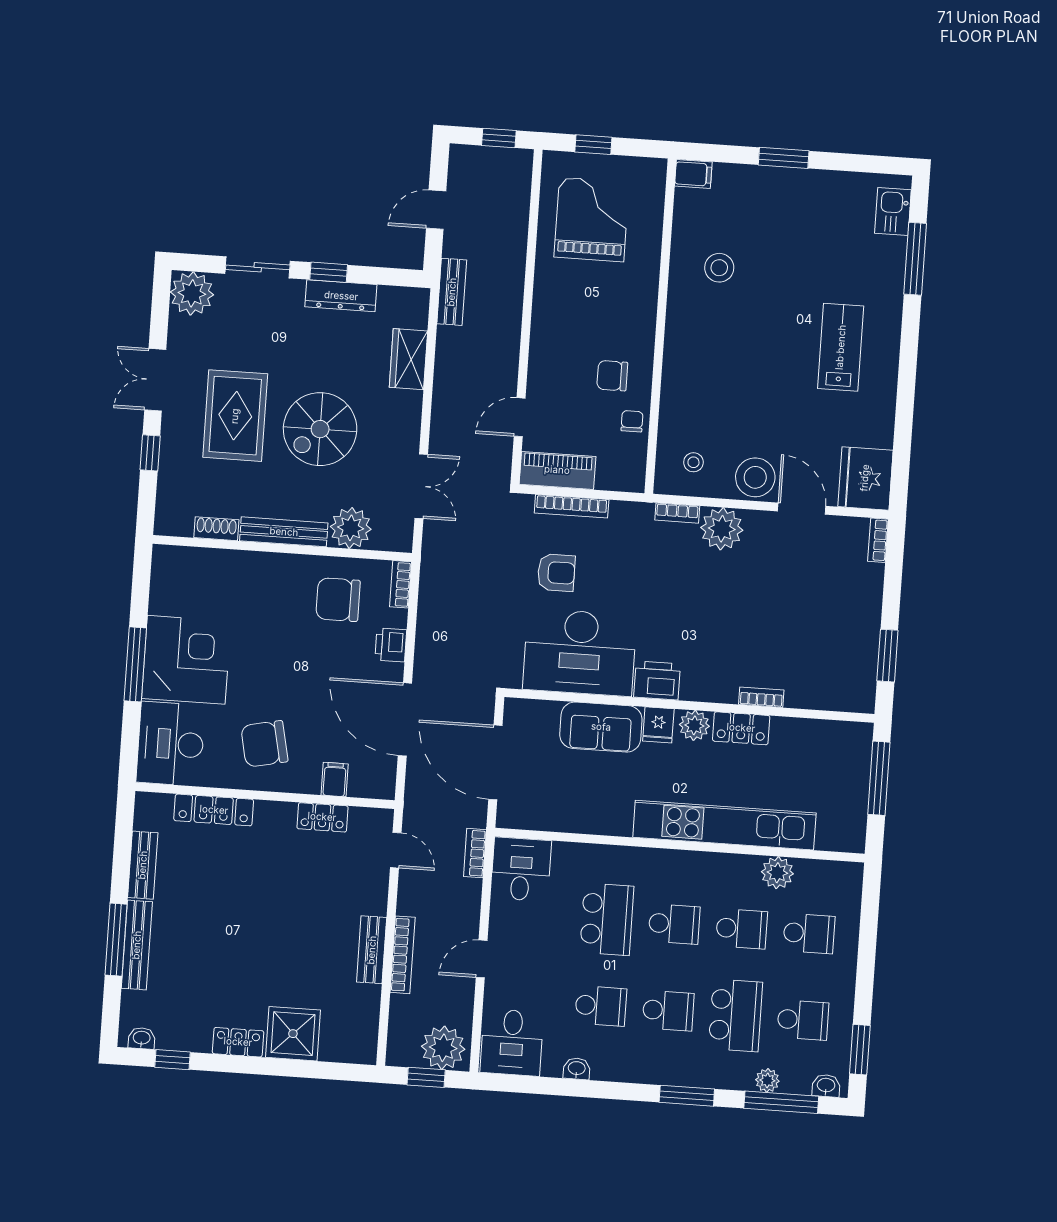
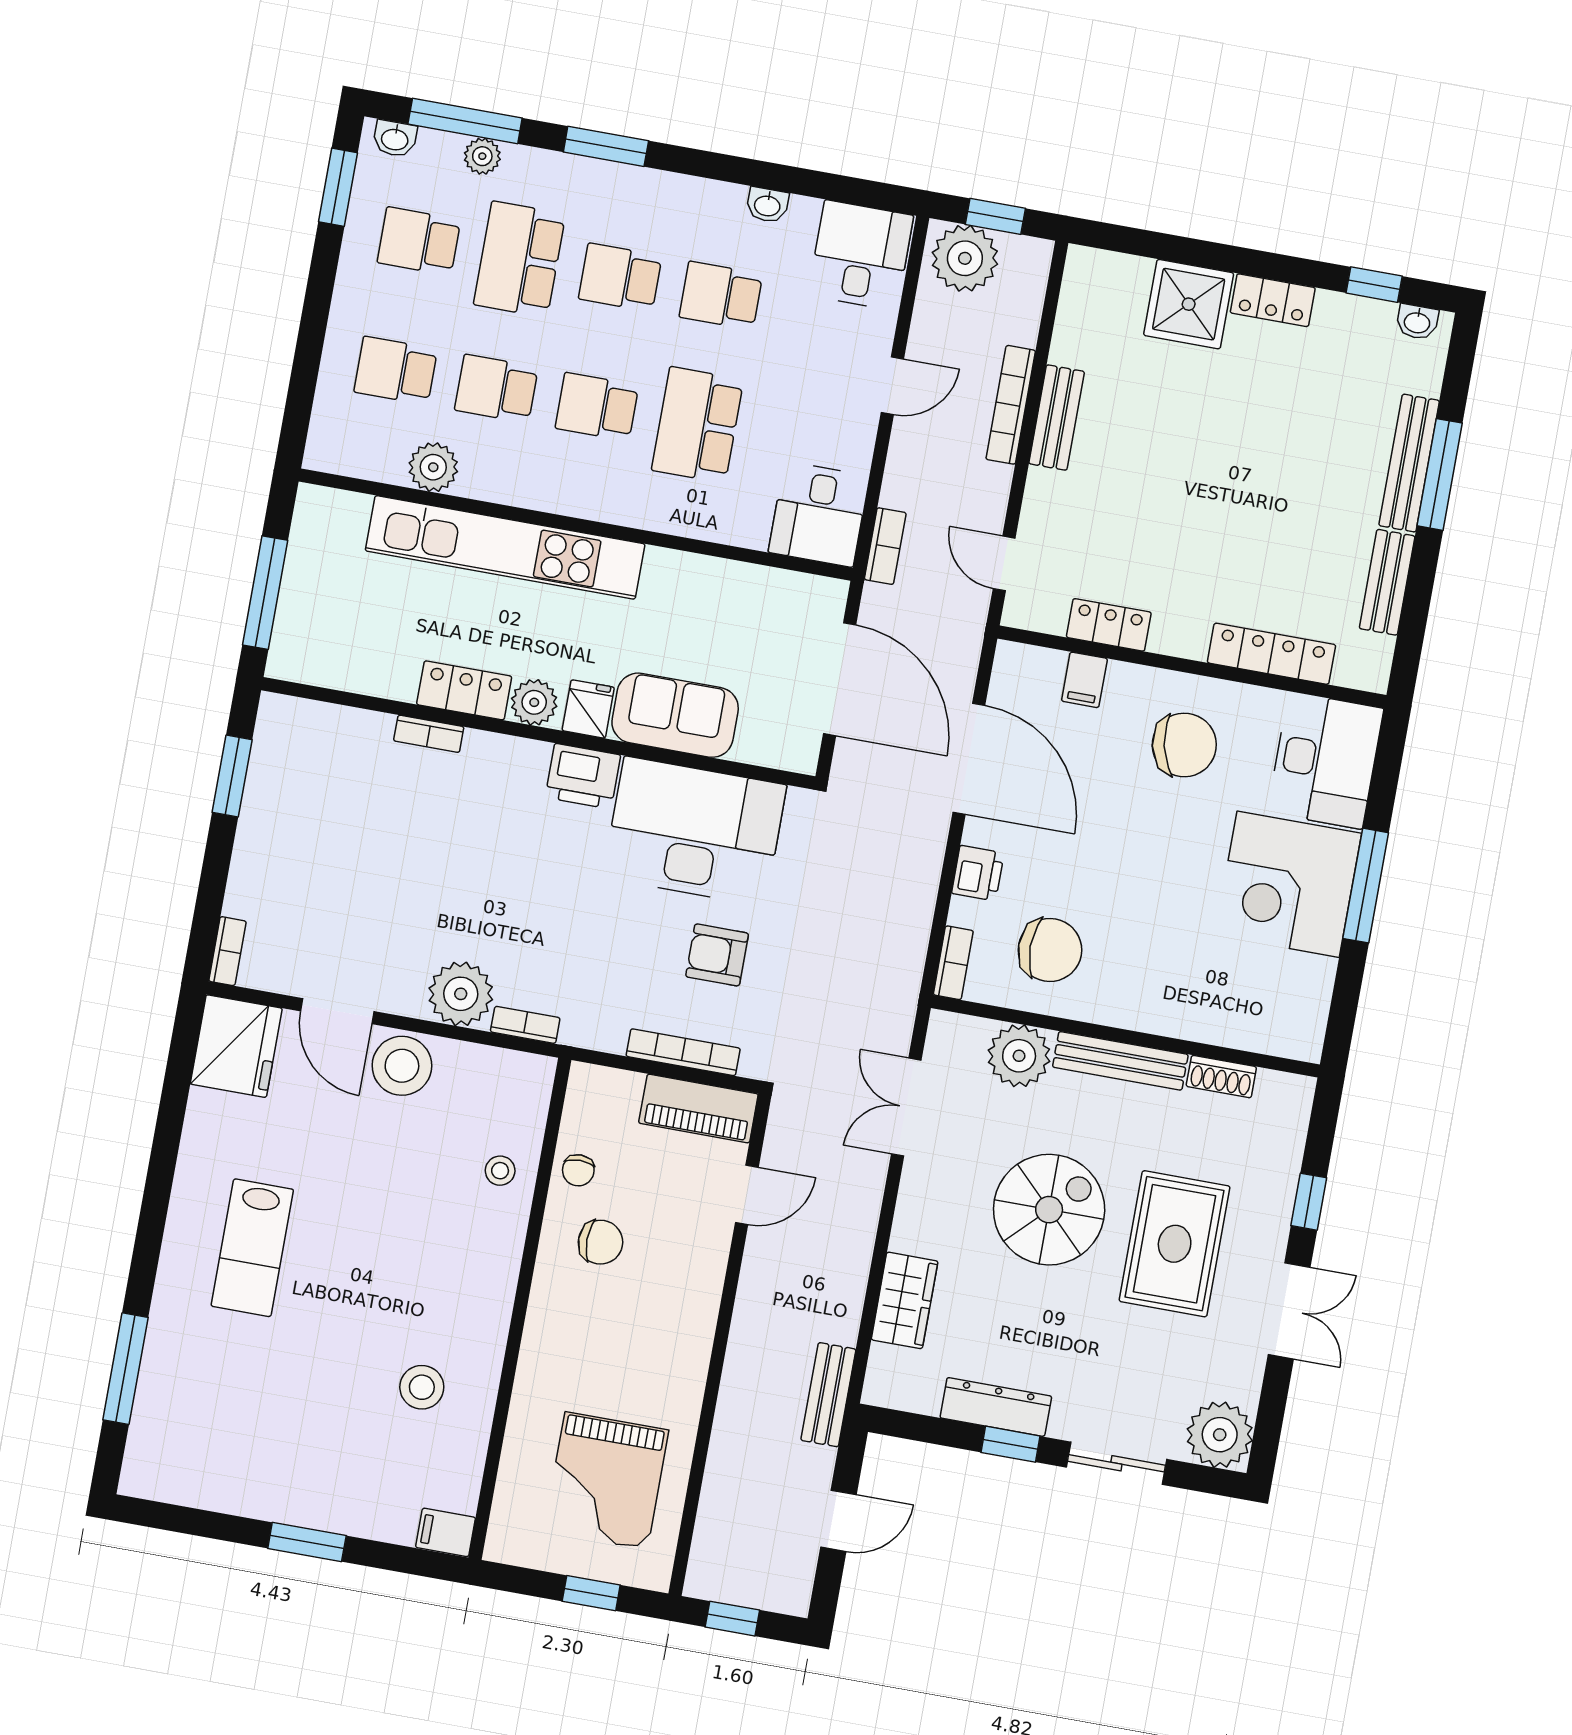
kitchen sink: (893, 212) -> (151, 1443), removed
stool: (693, 462) -> (500, 1171), moved

